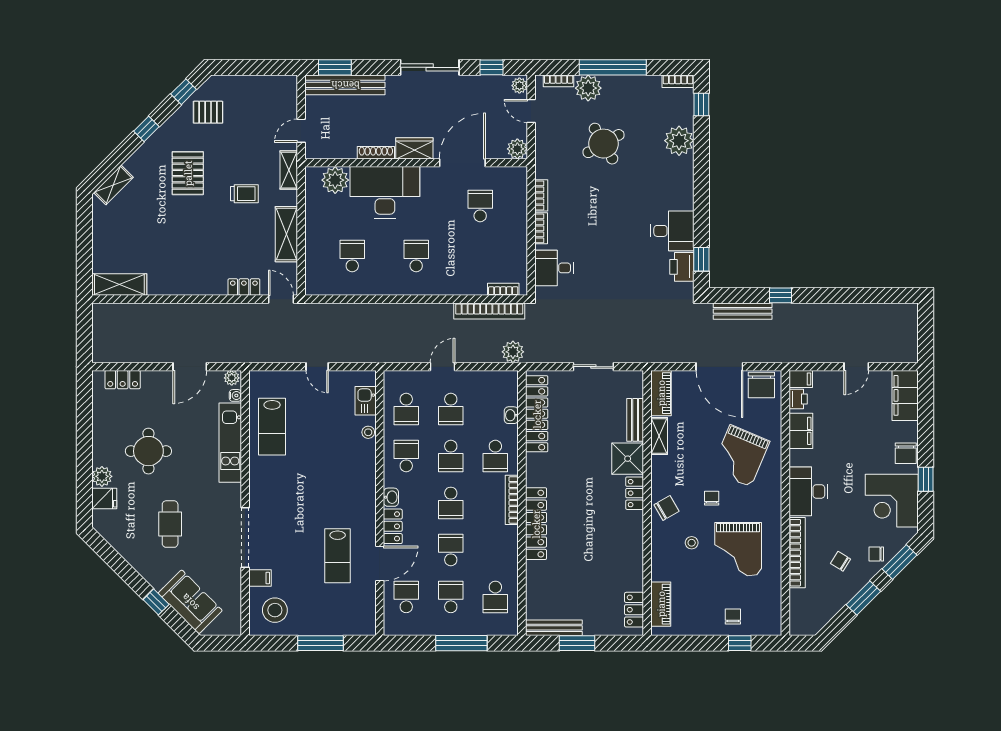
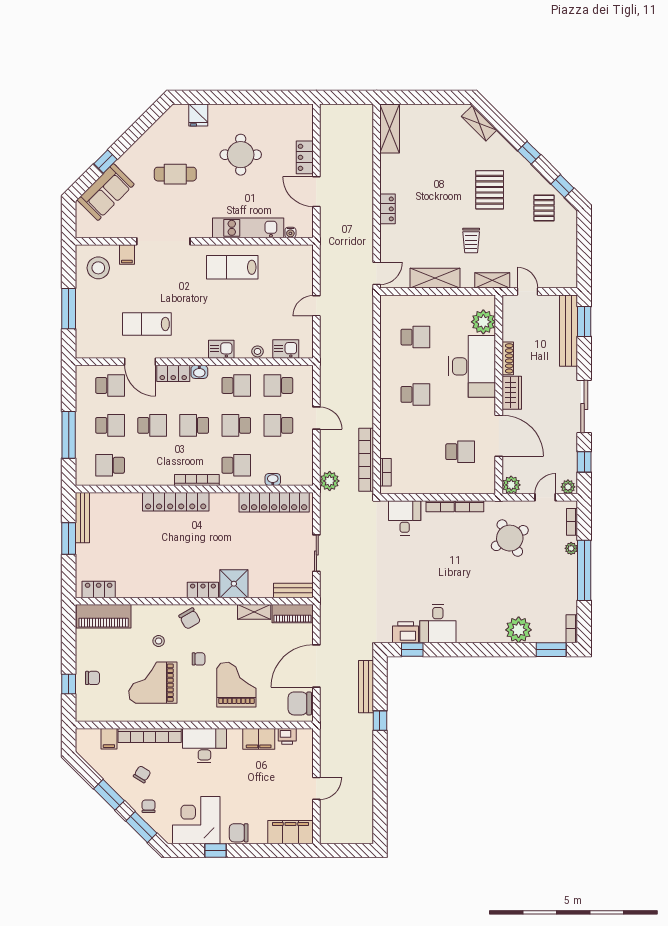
plant: (588, 88) -> (571, 548), width x0.53, depth x0.53
window: (701, 104) -> (551, 650), width x1.50
round table: (604, 144) -> (510, 538), moved
pallet: (188, 173) -> (490, 190), turned 90
locker: (244, 287) -> (388, 209), moved
door: (856, 367) -> (316, 788), swing flipped
plant: (232, 378) -> (306, 229), removed
filing cabinet: (801, 379) -> (109, 739), moved
locker: (123, 380) -> (305, 157), moved
bench: (635, 420) -> (293, 590), moved
lab bench: (272, 427) -> (232, 267), moved
school desk: (495, 456) -> (236, 465), turned 180
grand piano: (740, 456) -> (236, 685), turned 67
kitchen sink: (366, 473) -> (221, 349), added
plant: (102, 476) -> (218, 113), removed
piano: (661, 604) -> (104, 616), width x1.37, depth x1.33

